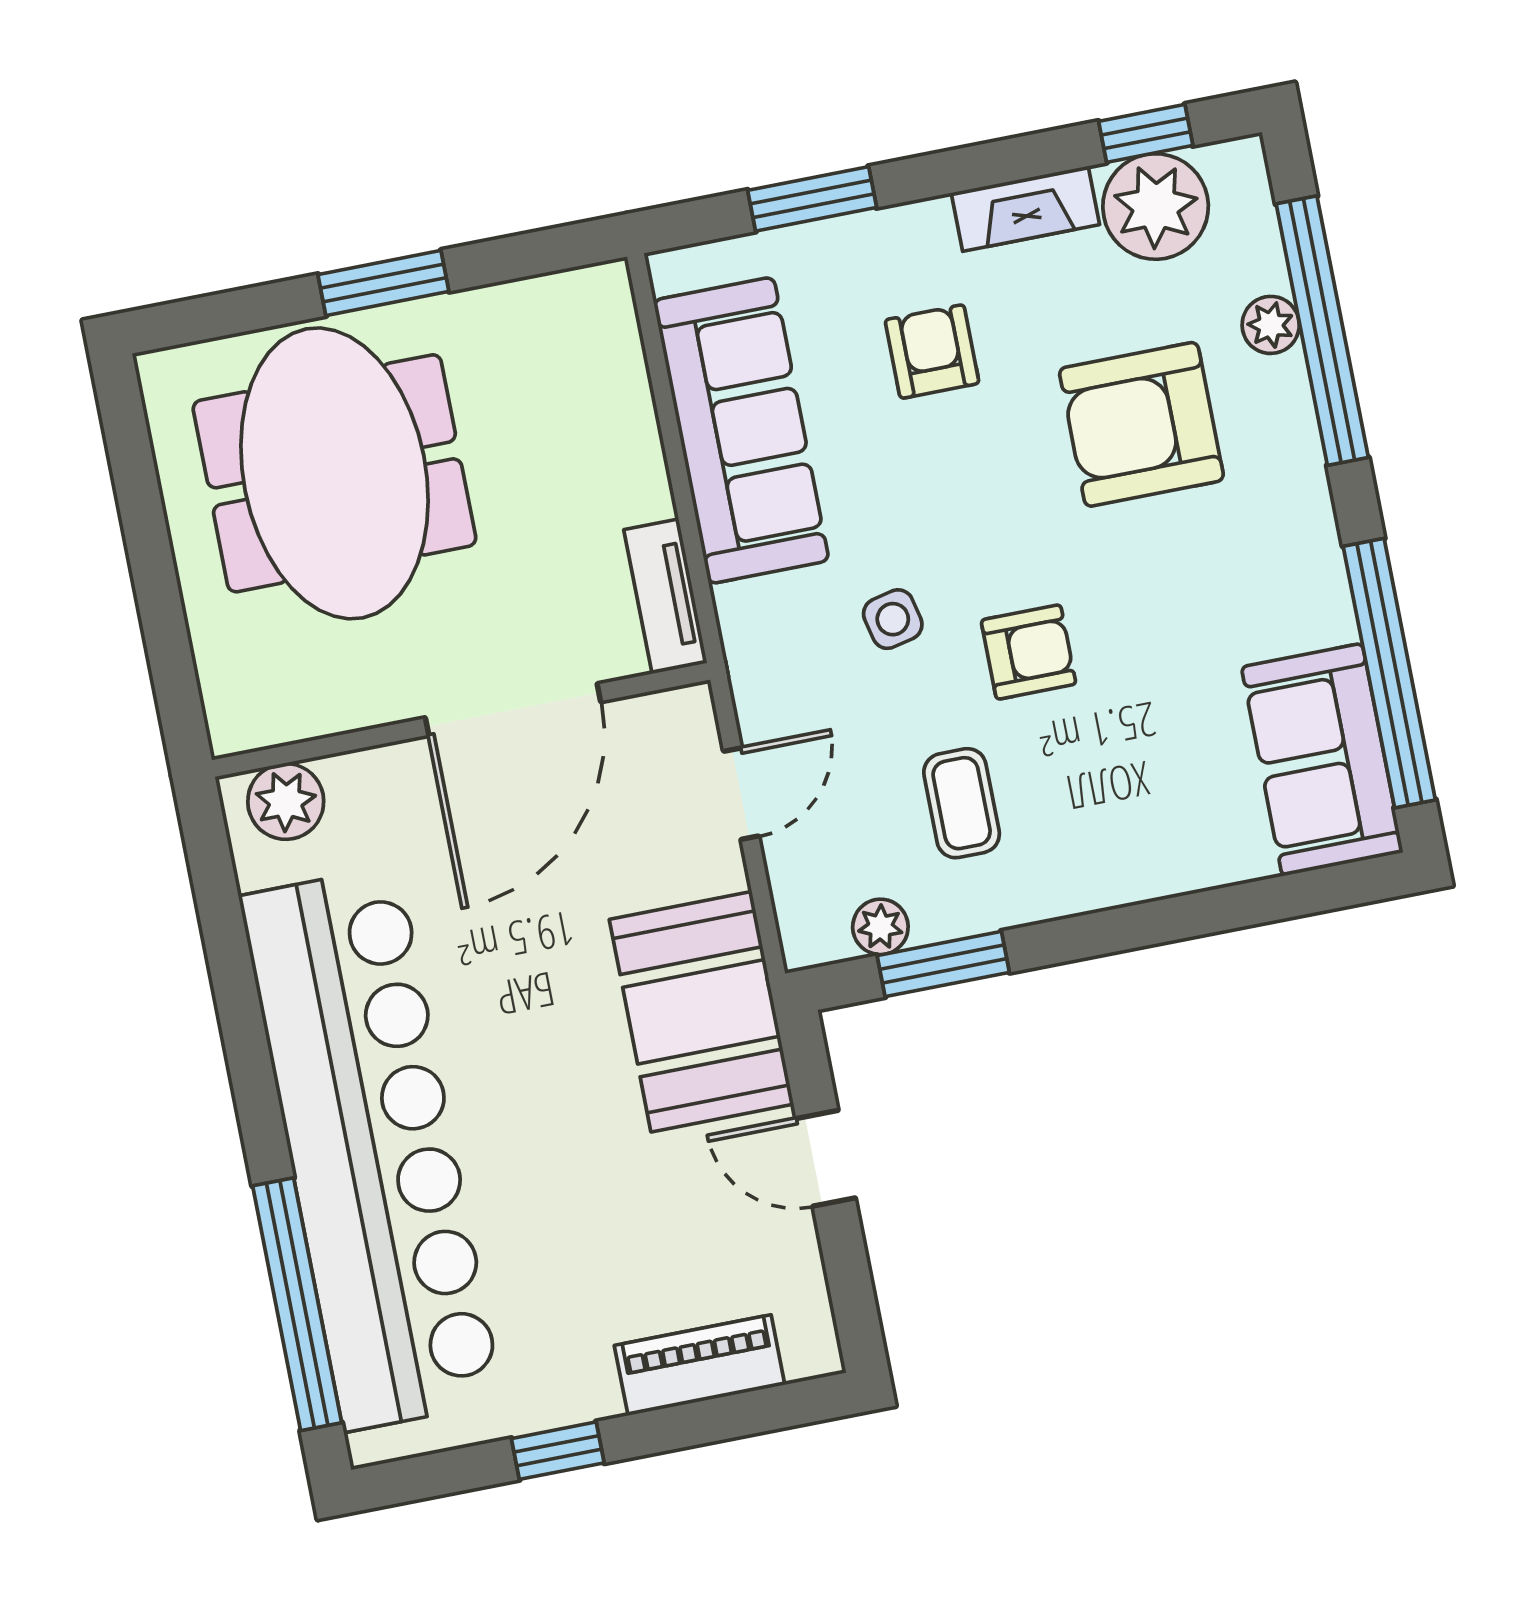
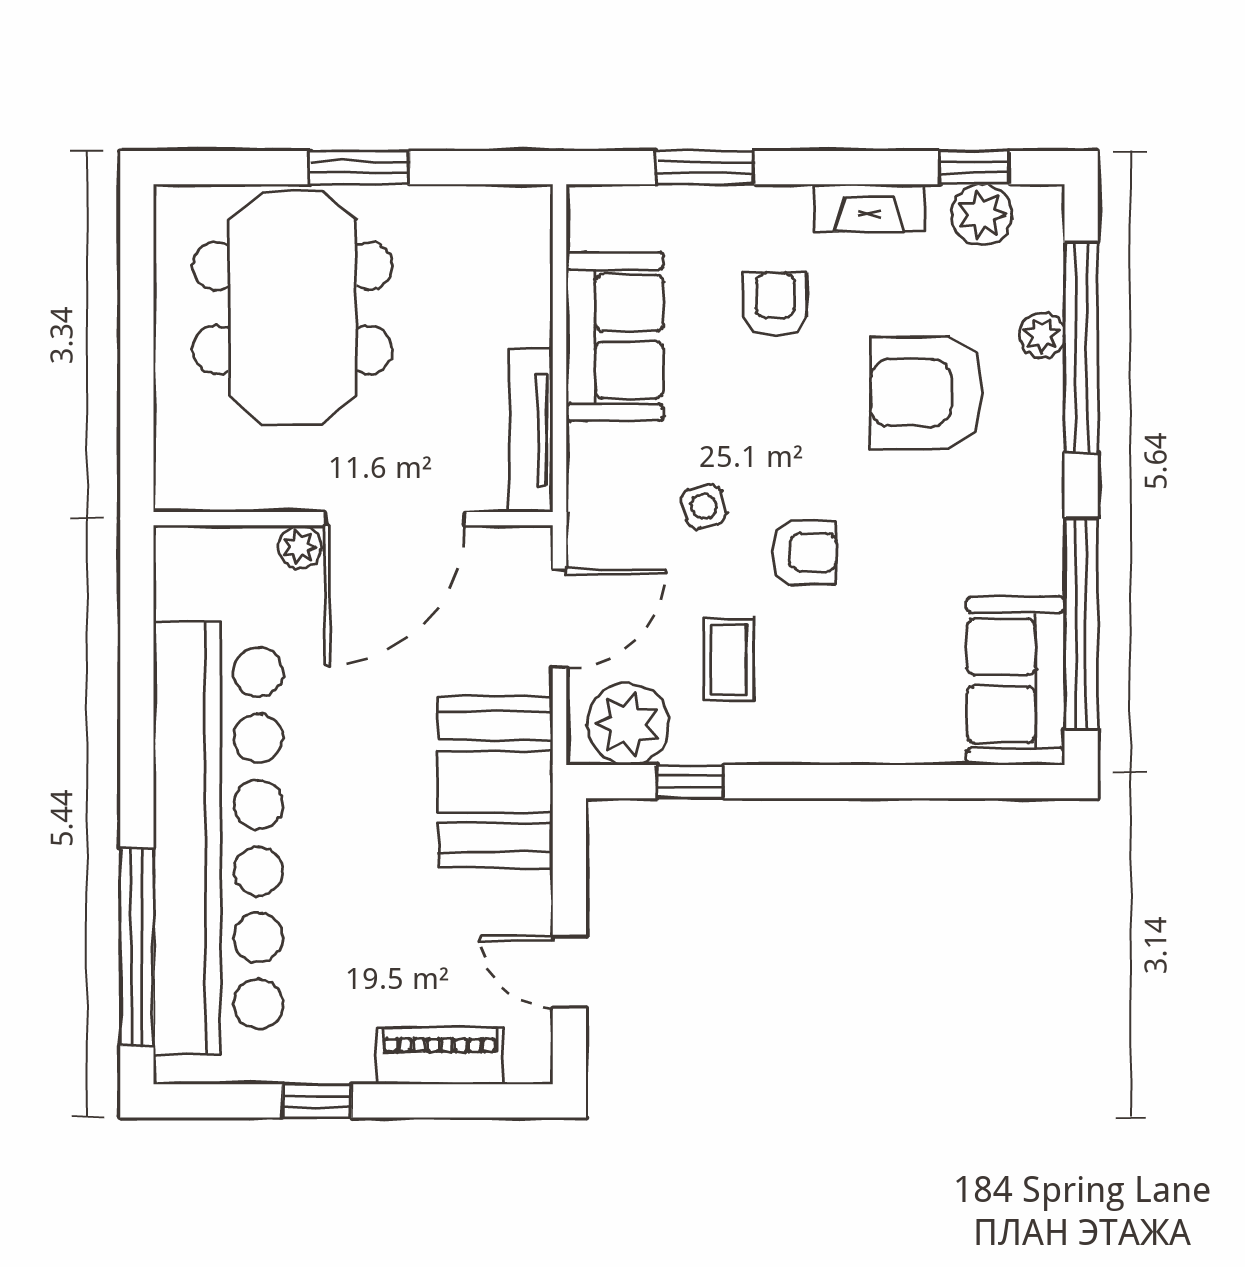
plant: (1156, 207) -> (982, 215), width x0.73, depth x0.73
sofa: (741, 430) -> (615, 337), width x0.73
tv unit: (665, 596) -> (531, 430), width x1.41
door: (741, 794) -> (559, 619), width x1.38
plant: (286, 801) -> (300, 547), moved, width x0.73, depth x0.73
plant: (880, 927) -> (628, 724), width x1.88, depth x1.88
window: (943, 964) -> (690, 782), width x0.67
door: (825, 1158) -> (569, 972), moved

